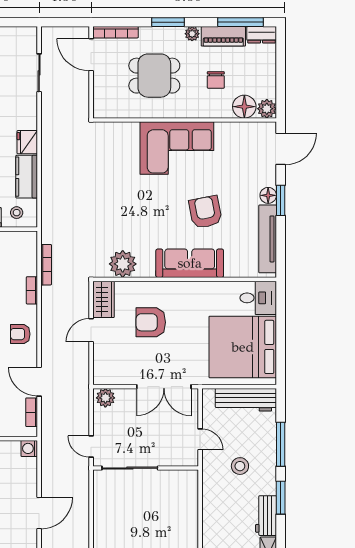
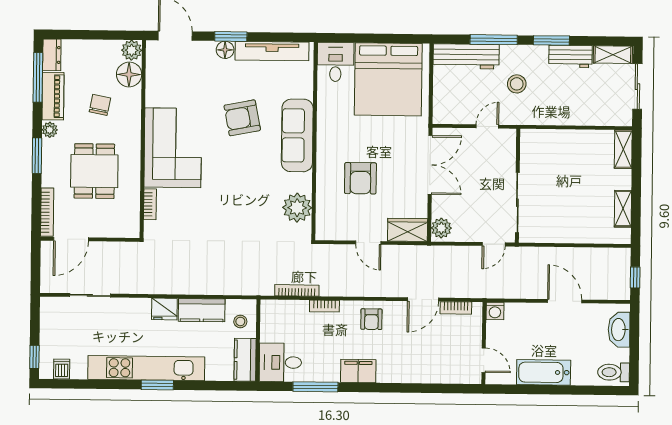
chair: (216, 80) -> (100, 105), turned -79
bookcase: (124, 127) -> (150, 204), added
wardrobe: (103, 299) -> (408, 230), moved
workbench: (246, 400) -> (466, 56), moved, turned 90

